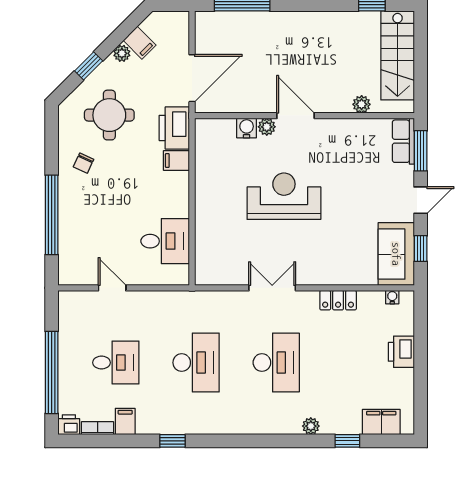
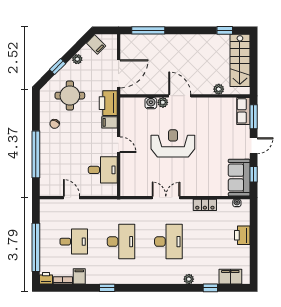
filing cabinet: (140, 43) -> (96, 44), moved
door: (192, 198) -> (119, 145), added

